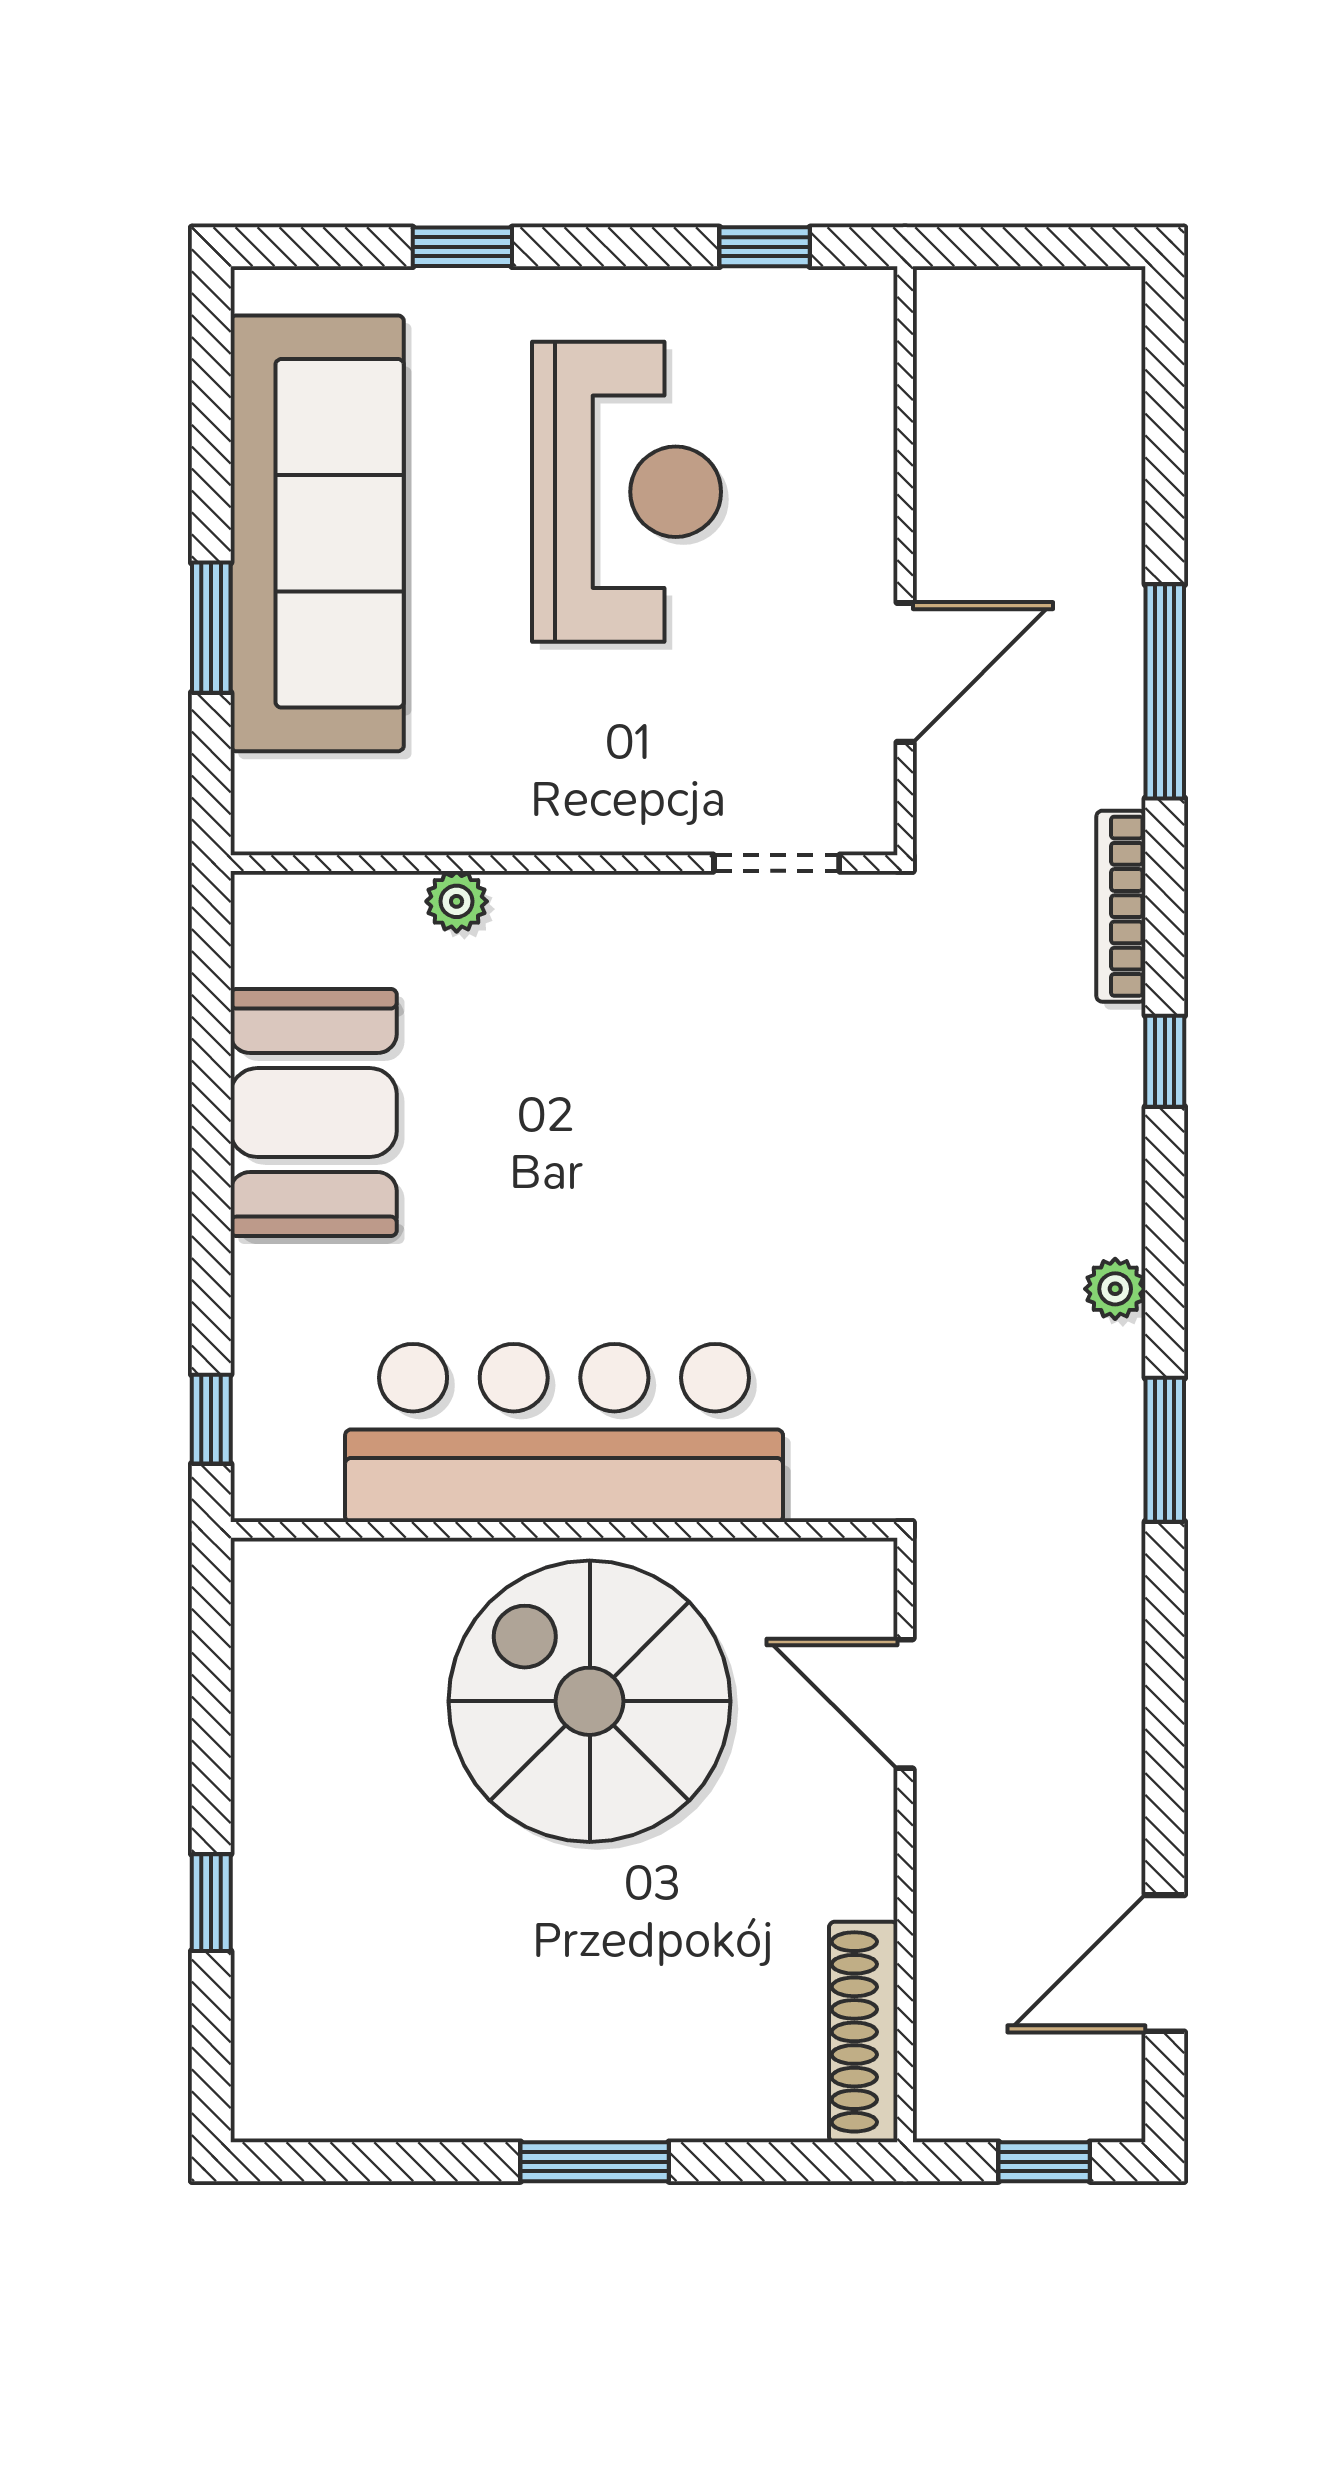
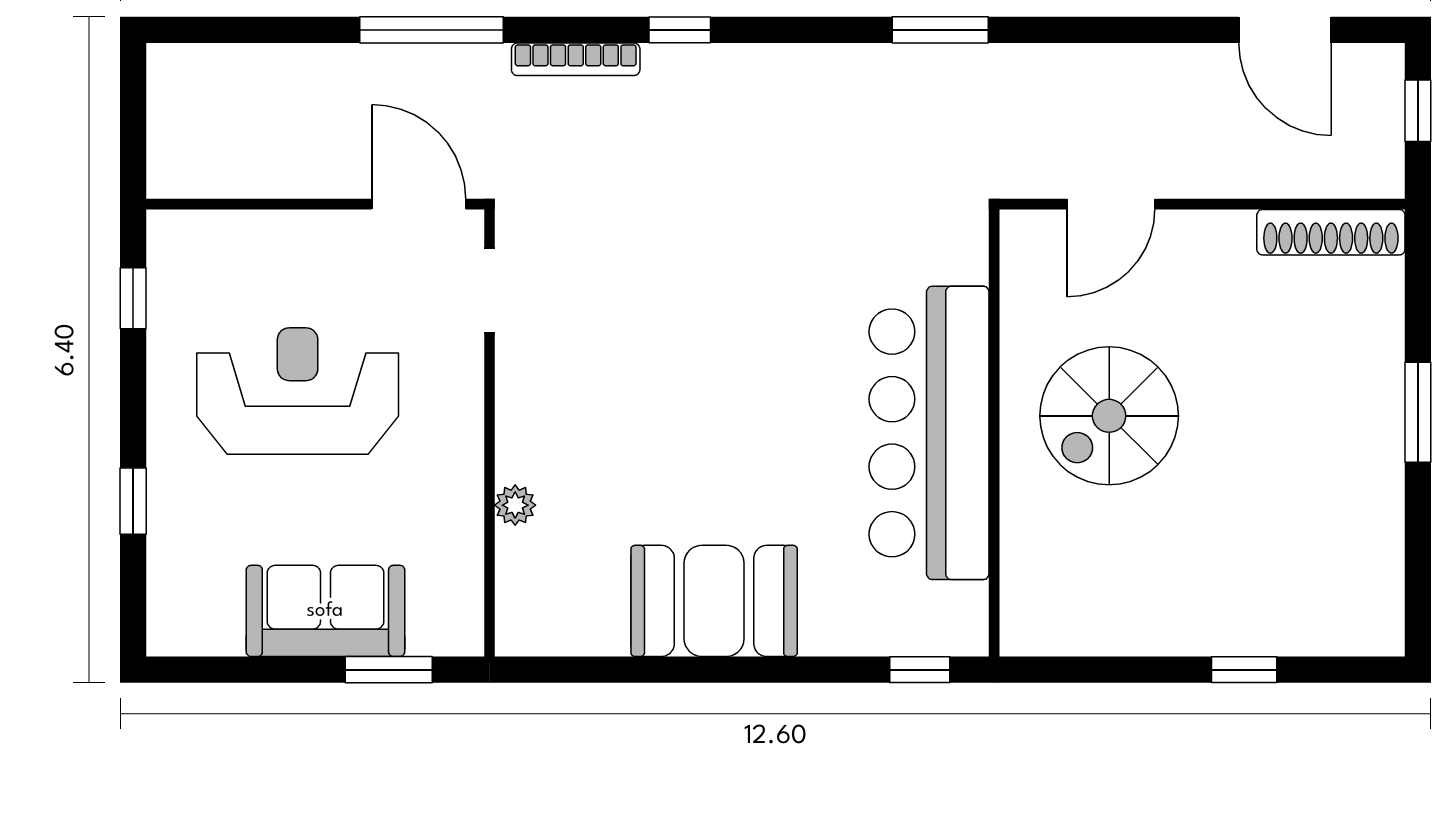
sofa: (317, 533) -> (325, 611), width x0.54, depth x0.79
wall: (564, 863) -> (490, 433), moved
doorway: (777, 863) -> (490, 290), moved
plant: (457, 901) -> (515, 505), moved
plant: (1115, 1289) -> (832, 63), removed
spiral stairs: (590, 1701) -> (1109, 416), width x0.73, depth x0.73

